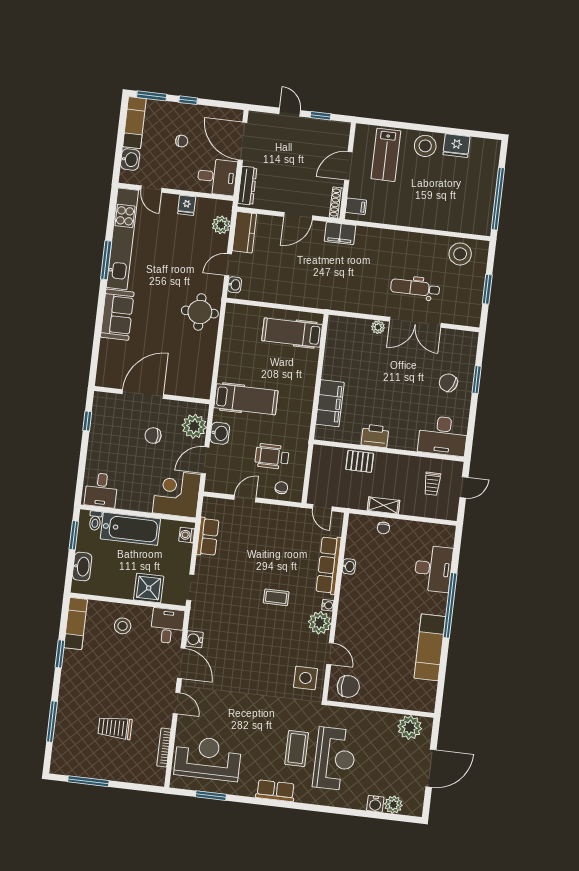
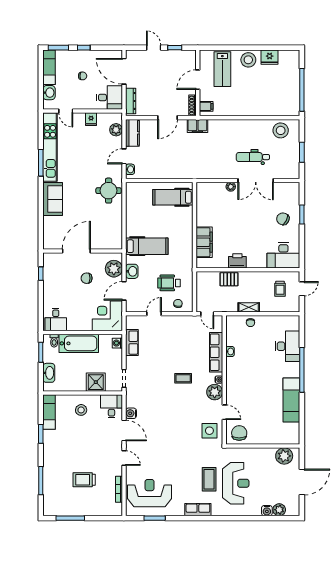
chair: (348, 686) -> (239, 433), turned -90

